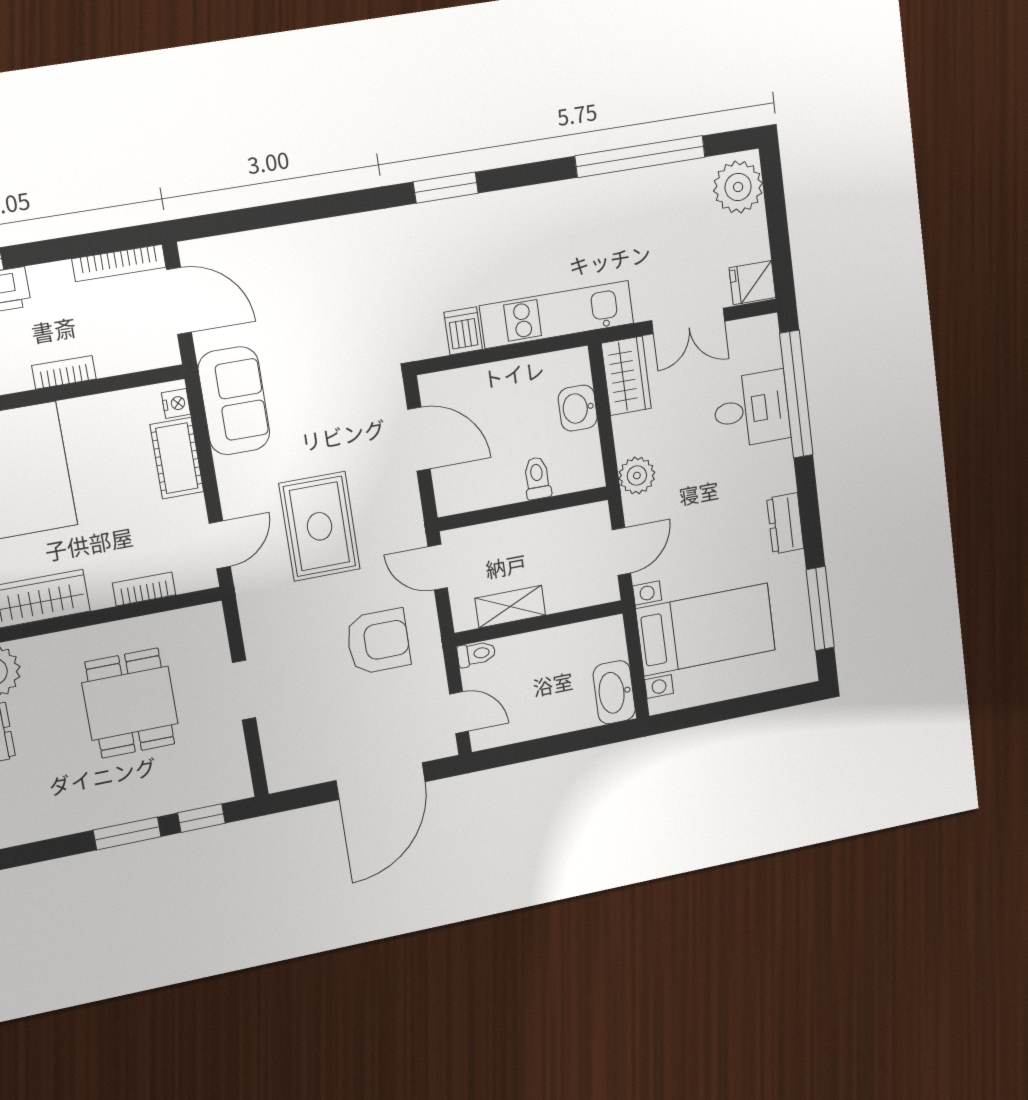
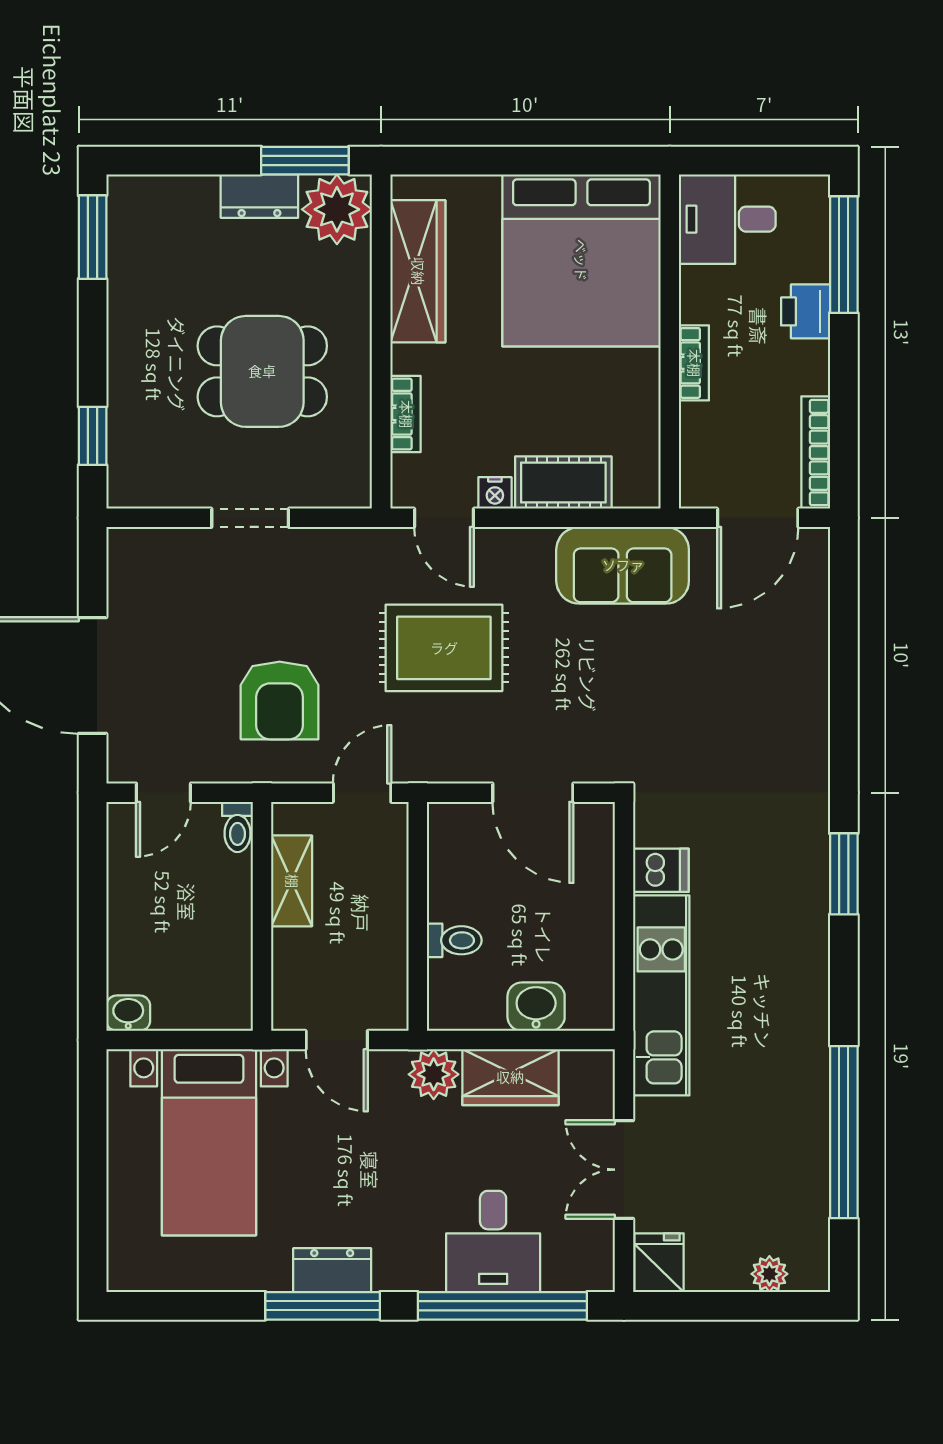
plant: (738, 187) -> (769, 1274), width x0.53, depth x0.53
wardrobe: (626, 376) -> (510, 1077), moved
nightstand: (176, 403) -> (495, 493), moved
door: (419, 439) -> (533, 793), hinge flipped
window: (820, 609) -> (323, 1306), moved
washbasin: (614, 692) -> (128, 1013), width x0.52, depth x0.69
window: (127, 833) -> (93, 237), moved

